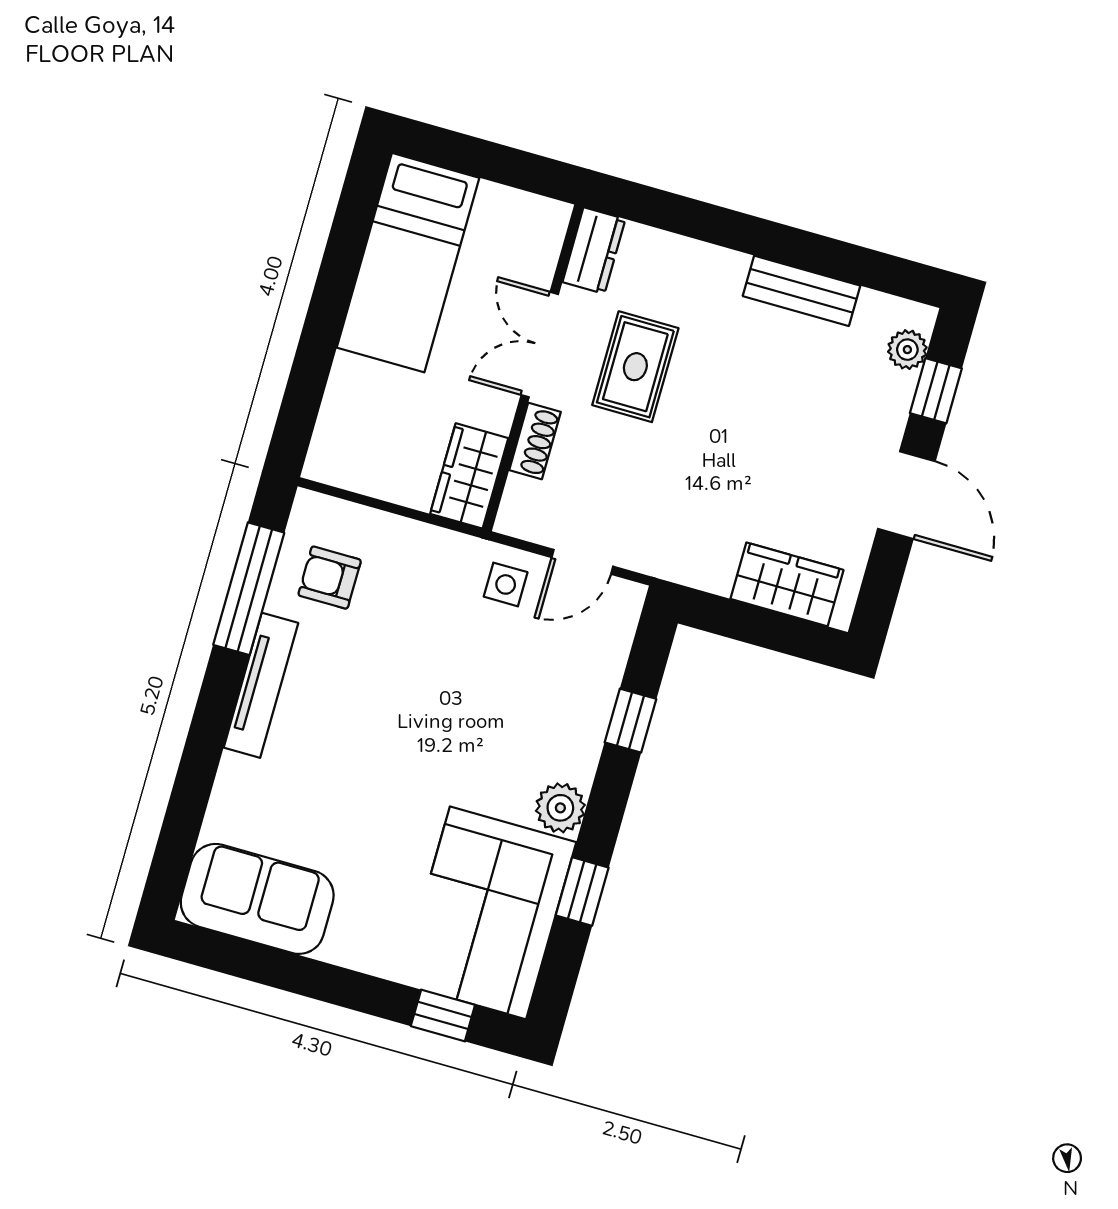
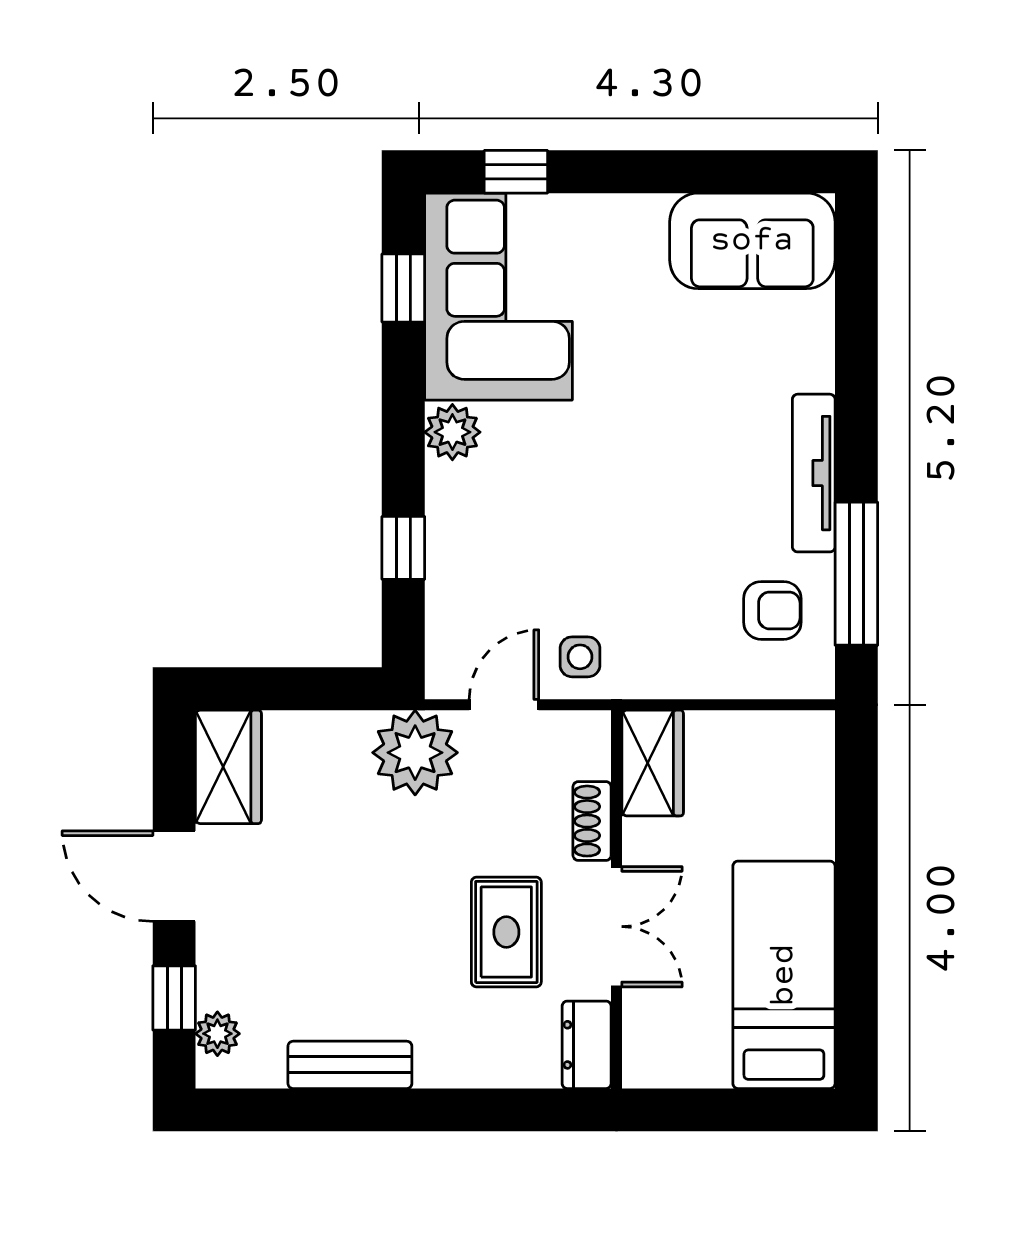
plant: (670, 542) -> (415, 753), added
wardrobe: (787, 584) -> (228, 767), moved, turned -90
window: (582, 891) -> (403, 288), moved

